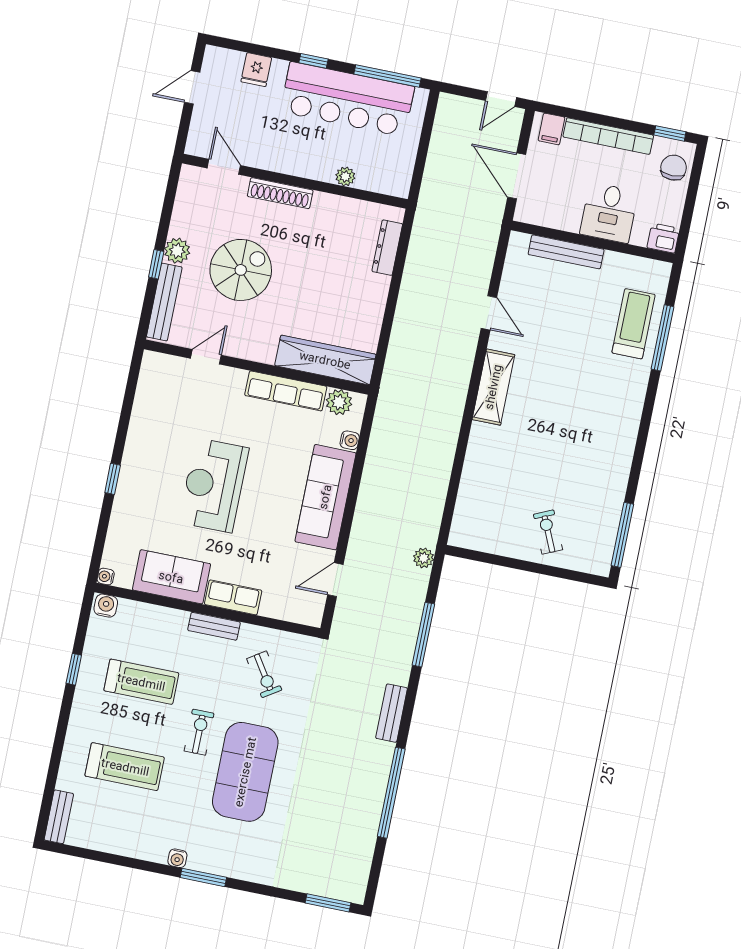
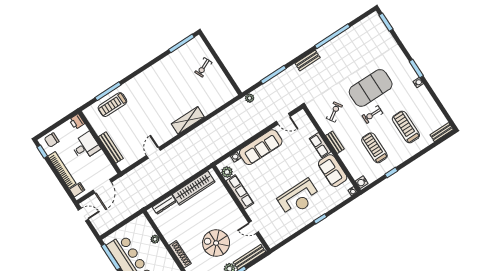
wardrobe: (325, 360) -> (194, 188), moved, turned -90
shelving: (493, 387) -> (188, 120), moved
reception desk: (214, 485) -> (299, 198), moved

